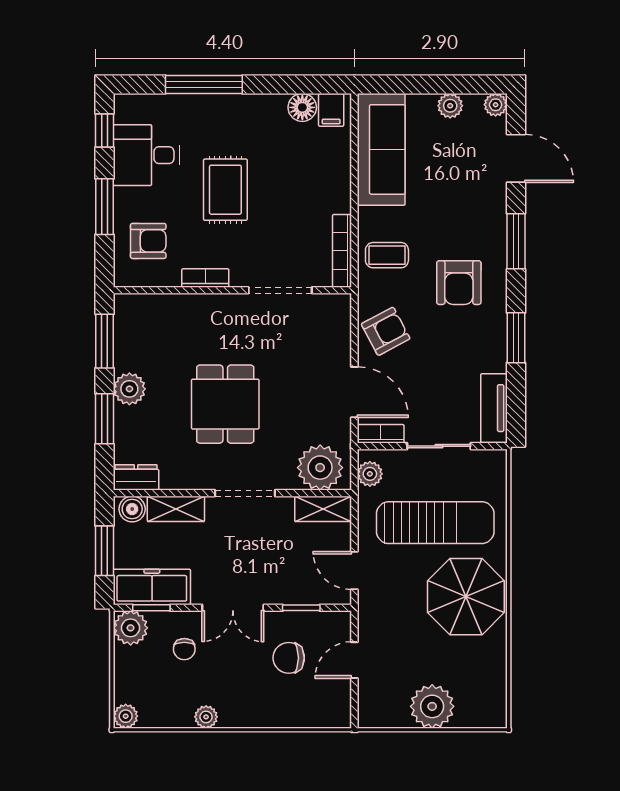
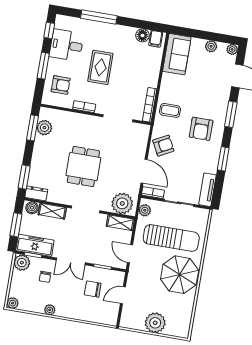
sofa: (381, 149) -> (177, 54), width x0.73
plant: (129, 389) -> (44, 128), moved
window: (105, 419) -> (24, 177), moved

